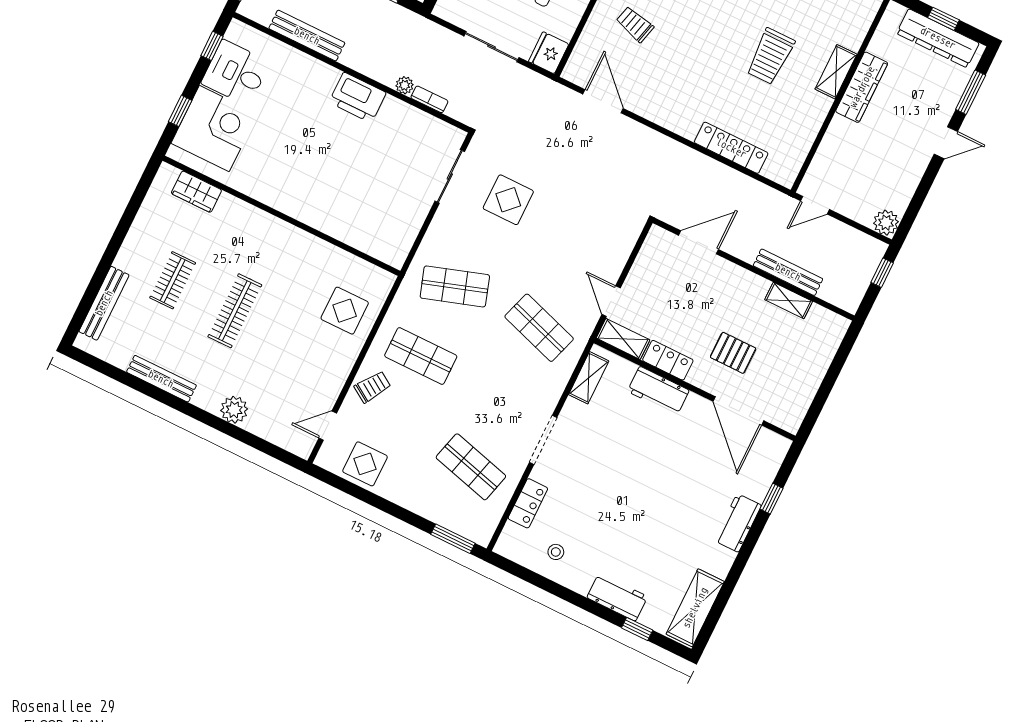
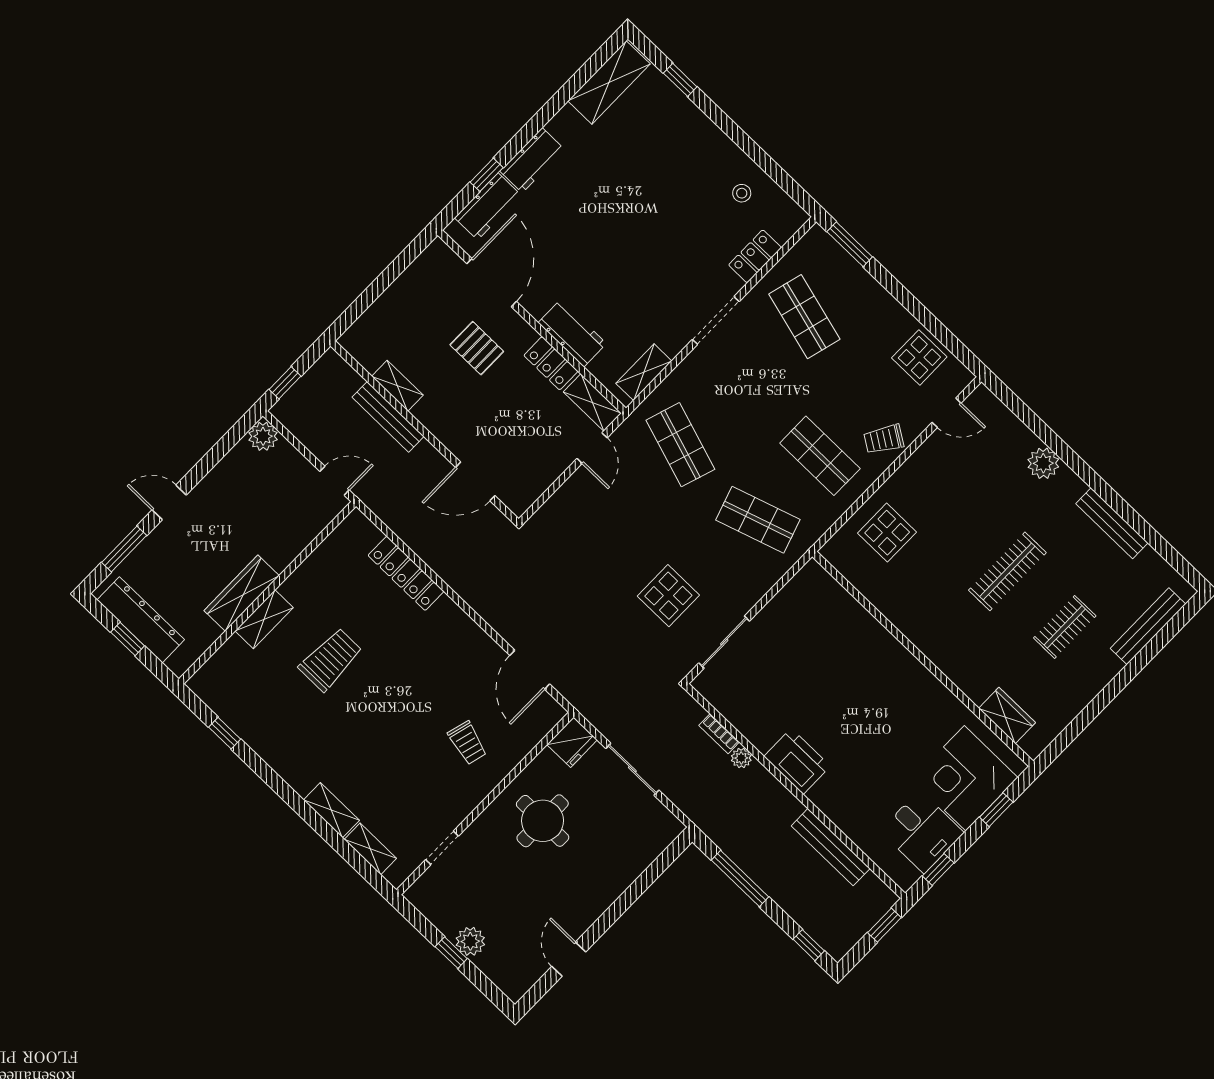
workbench: (617, 597) -> (488, 207), moved, turned -90

